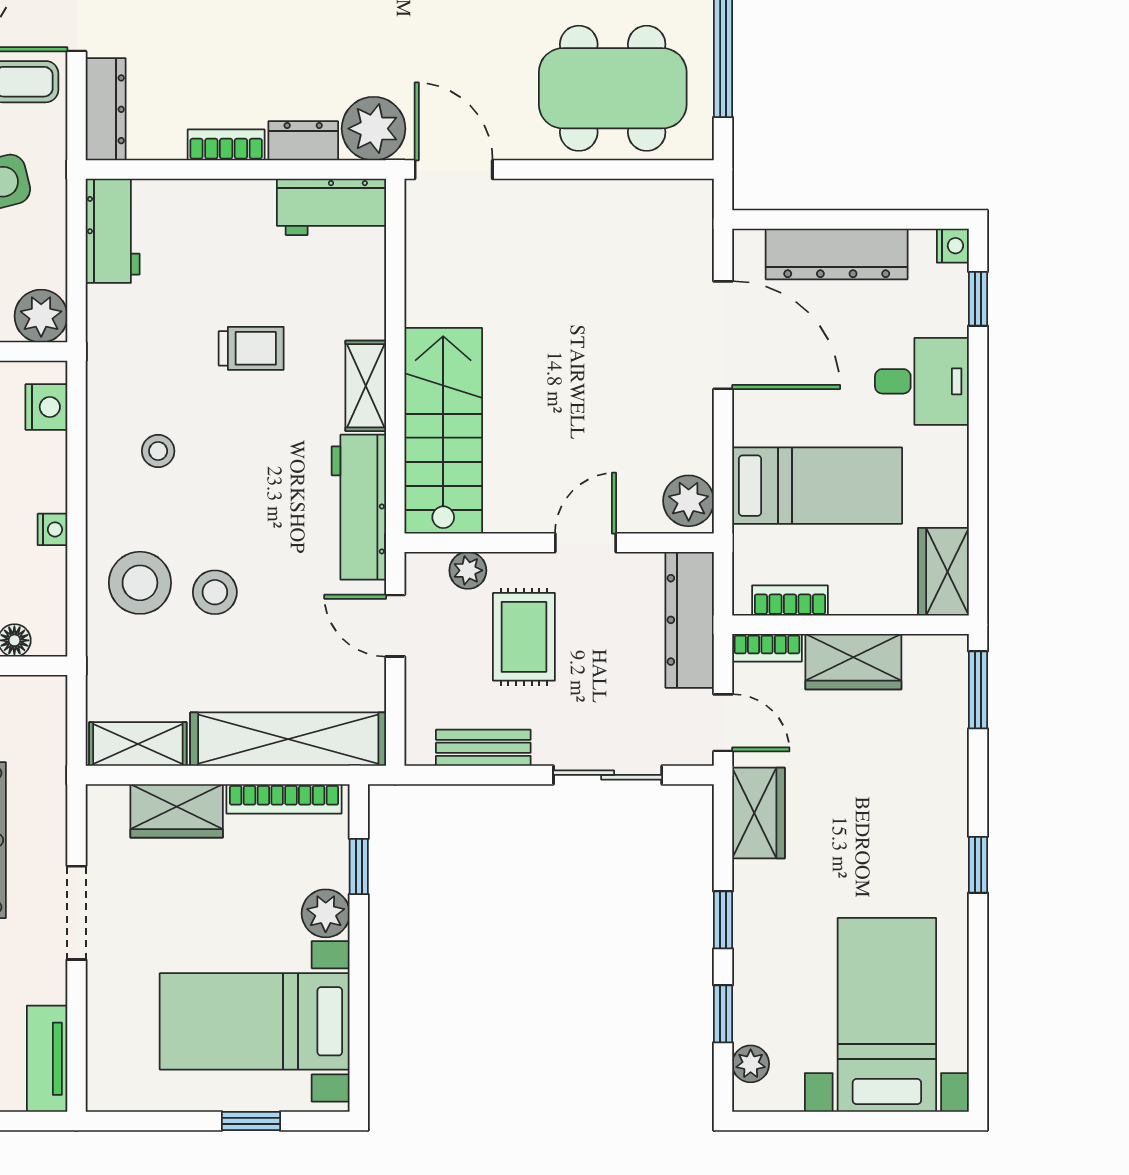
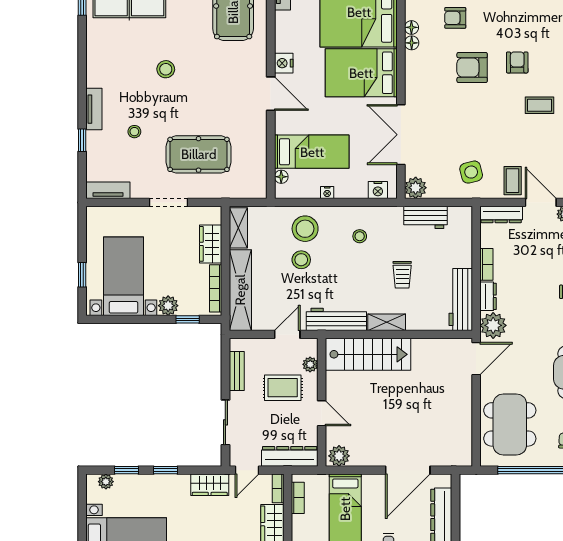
workbench: (332, 207) -> (461, 300), width x1.37
workbench: (113, 231) -> (426, 217), moved

